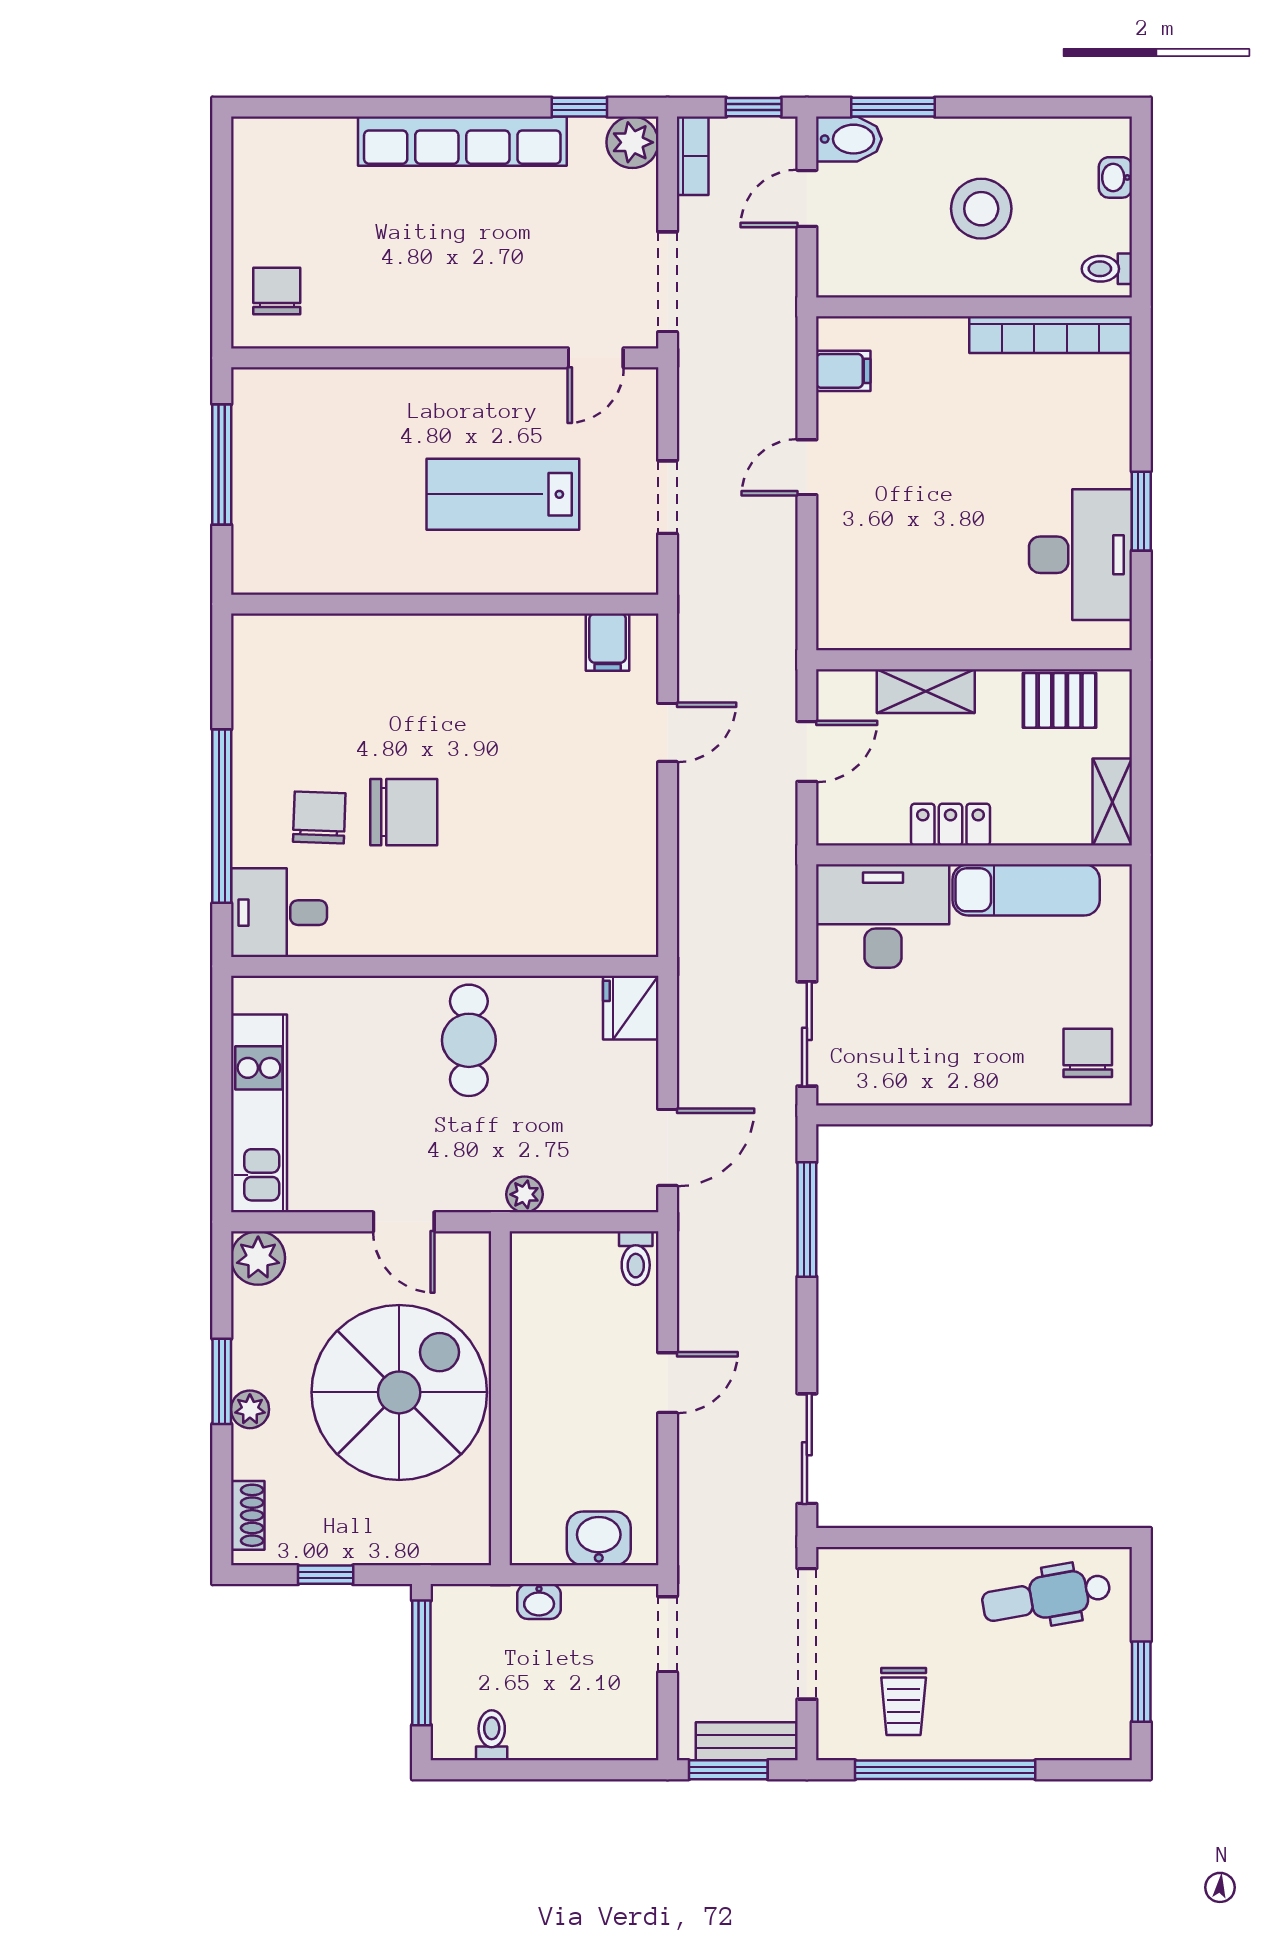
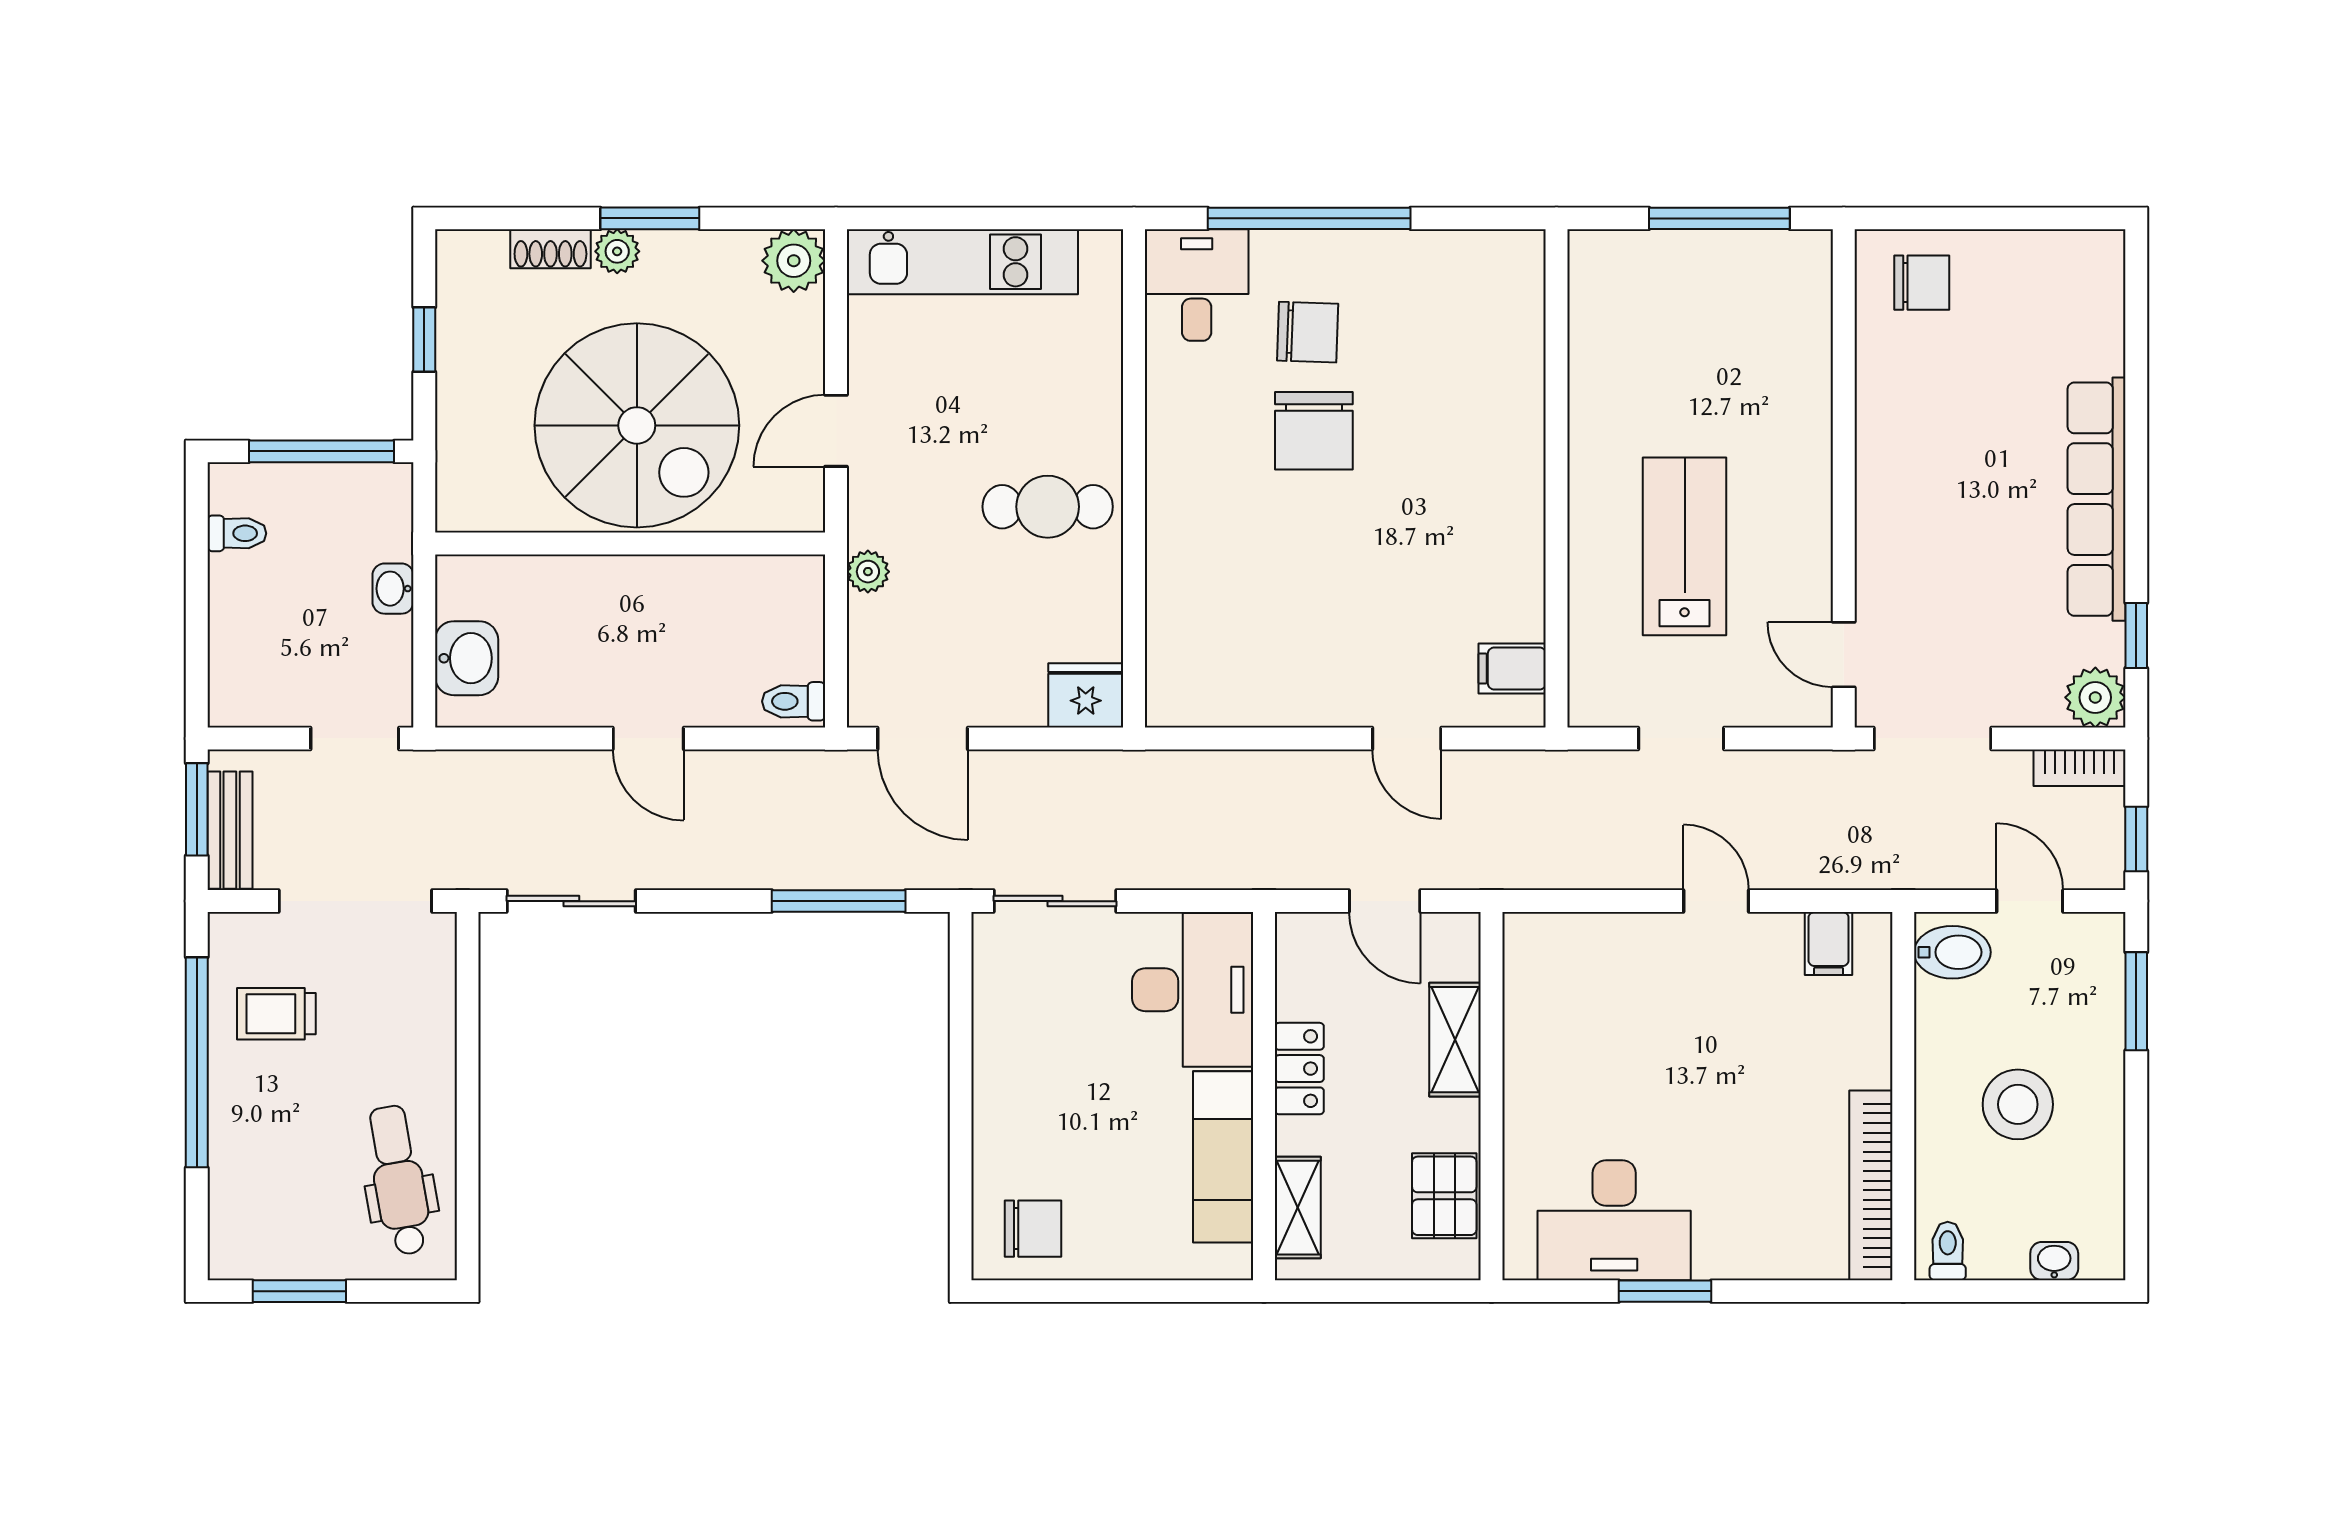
bidet: (849, 139) -> (1952, 952), moved, turned -90
shelving: (1112, 802) -> (1298, 1208), moved, turned 90
shoe rack: (248, 1515) -> (550, 249), moved

